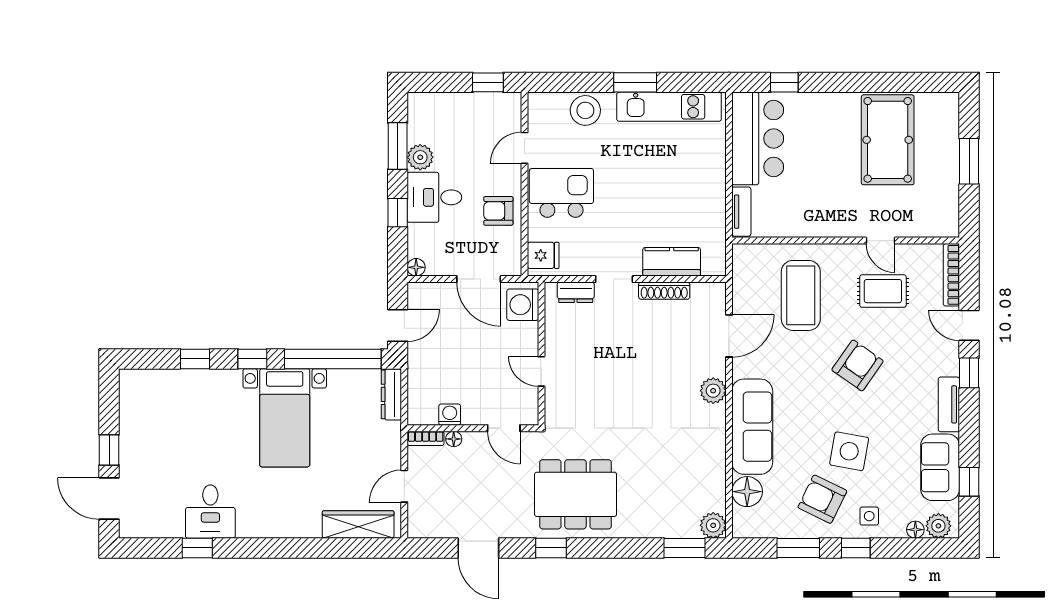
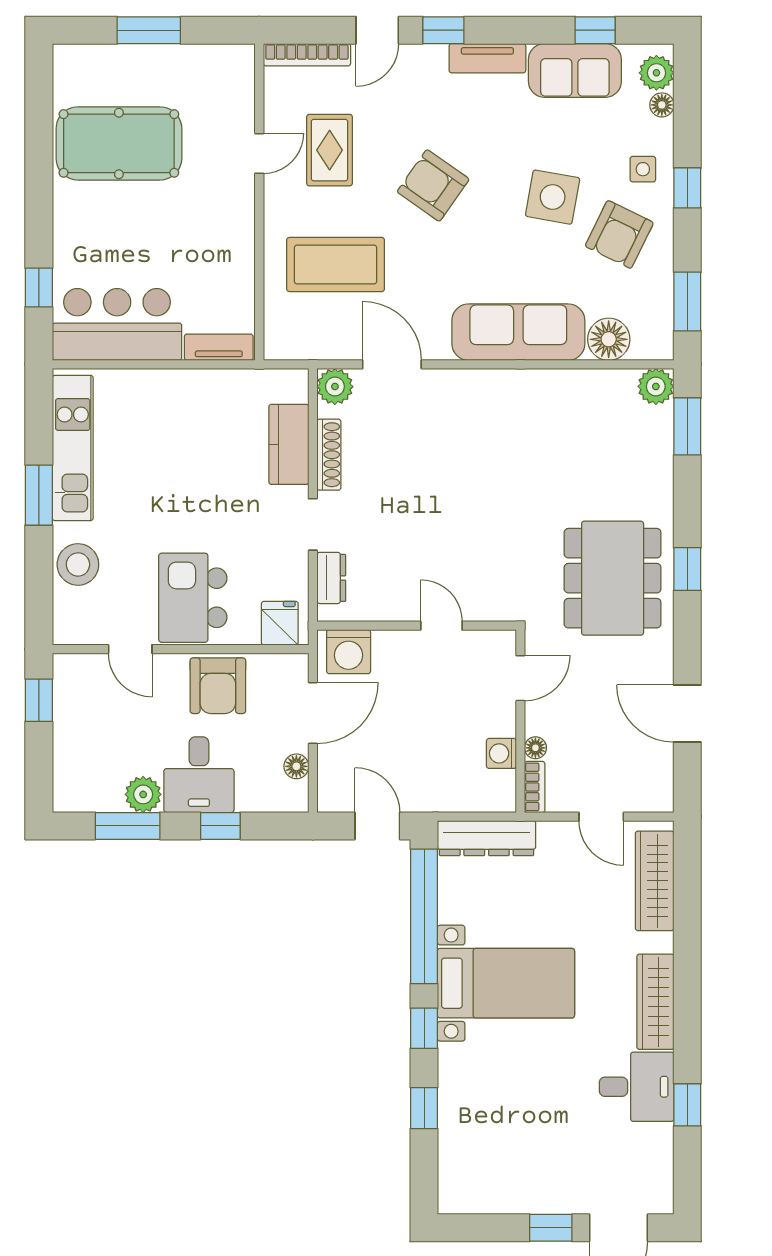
armchair: (498, 211) -> (218, 686), width x1.38, depth x1.38
floor lamp: (416, 267) -> (296, 766), moved
door: (541, 371) -> (441, 626), swing flipped
plant: (713, 391) -> (335, 387), moved
dresser: (391, 394) -> (487, 838), width x1.37, depth x1.24
wardrobe: (271, 525) -> (655, 1002), added
door: (478, 548) -> (687, 714), swing flipped
window: (551, 548) -> (687, 569), moved
window: (798, 548) -> (687, 301), moved

